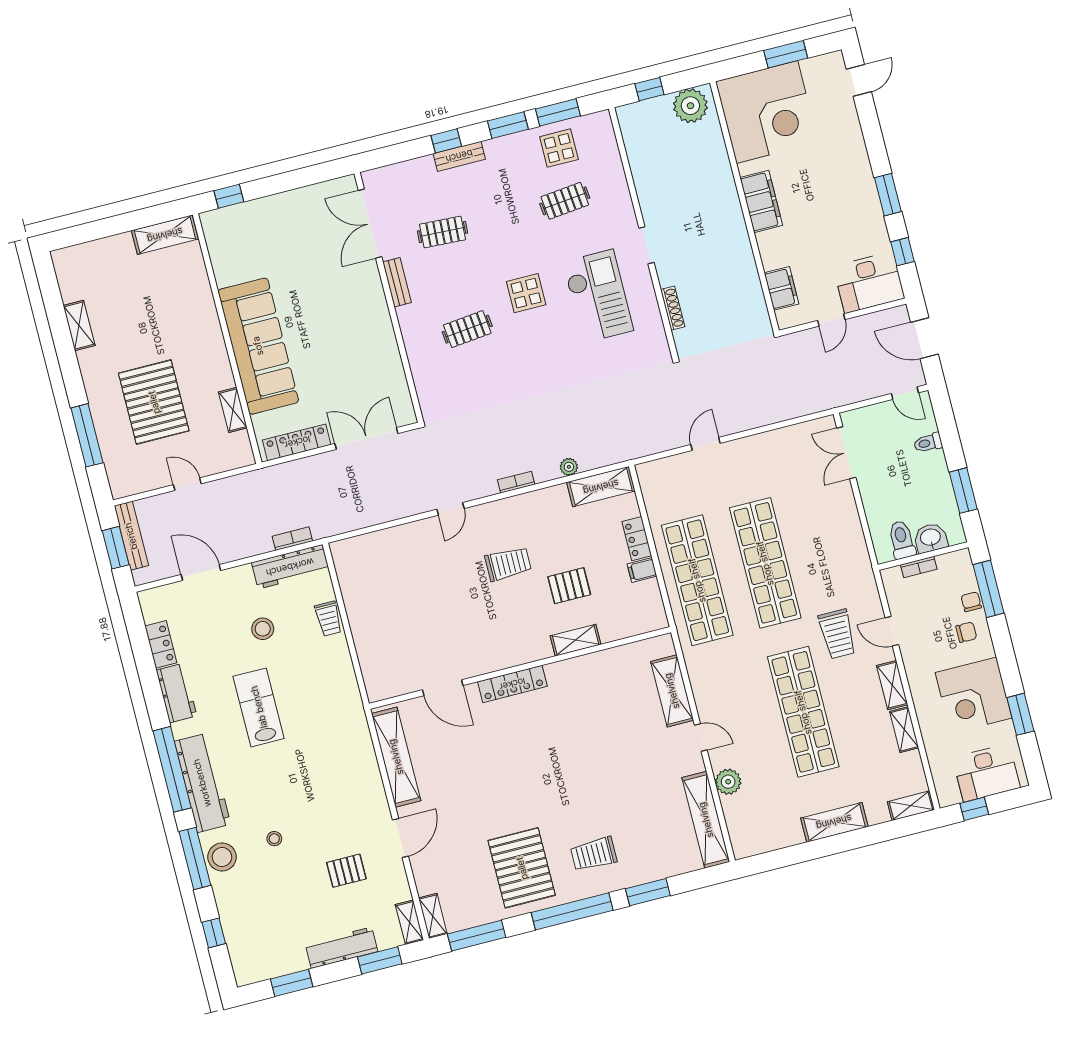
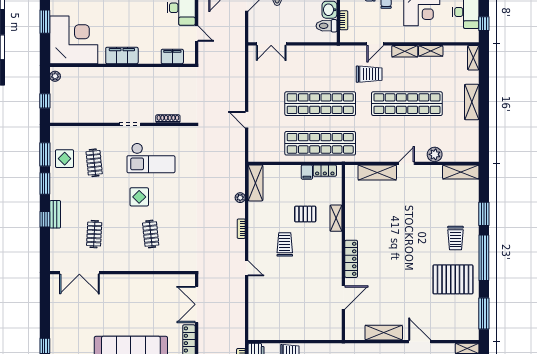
plant: (690, 106) -> (55, 76), width x0.53, depth x0.53
bench: (397, 282) -> (115, 266), removed
checkout: (598, 296) -> (151, 158), turned 180
locker: (637, 539) -> (325, 171), moved
pallet: (569, 586) -> (305, 214), turned 90
shelving: (396, 757) -> (384, 333), width x0.68
shelving: (706, 820) -> (461, 172), width x0.68
shelving: (433, 916) -> (467, 335), removed

